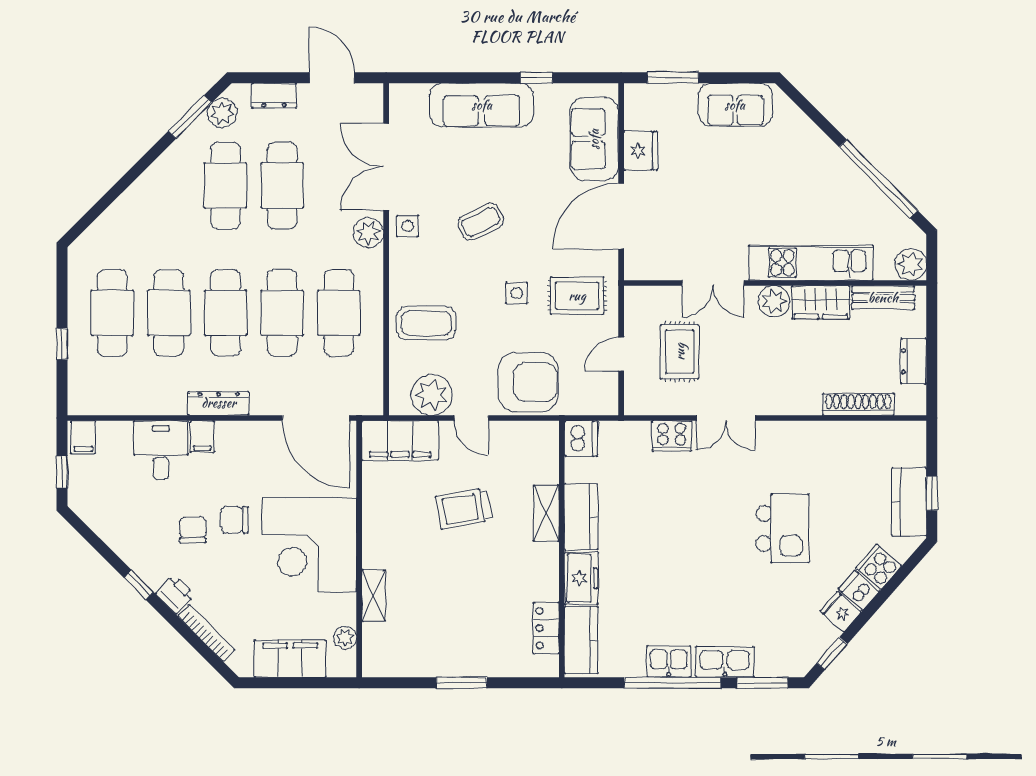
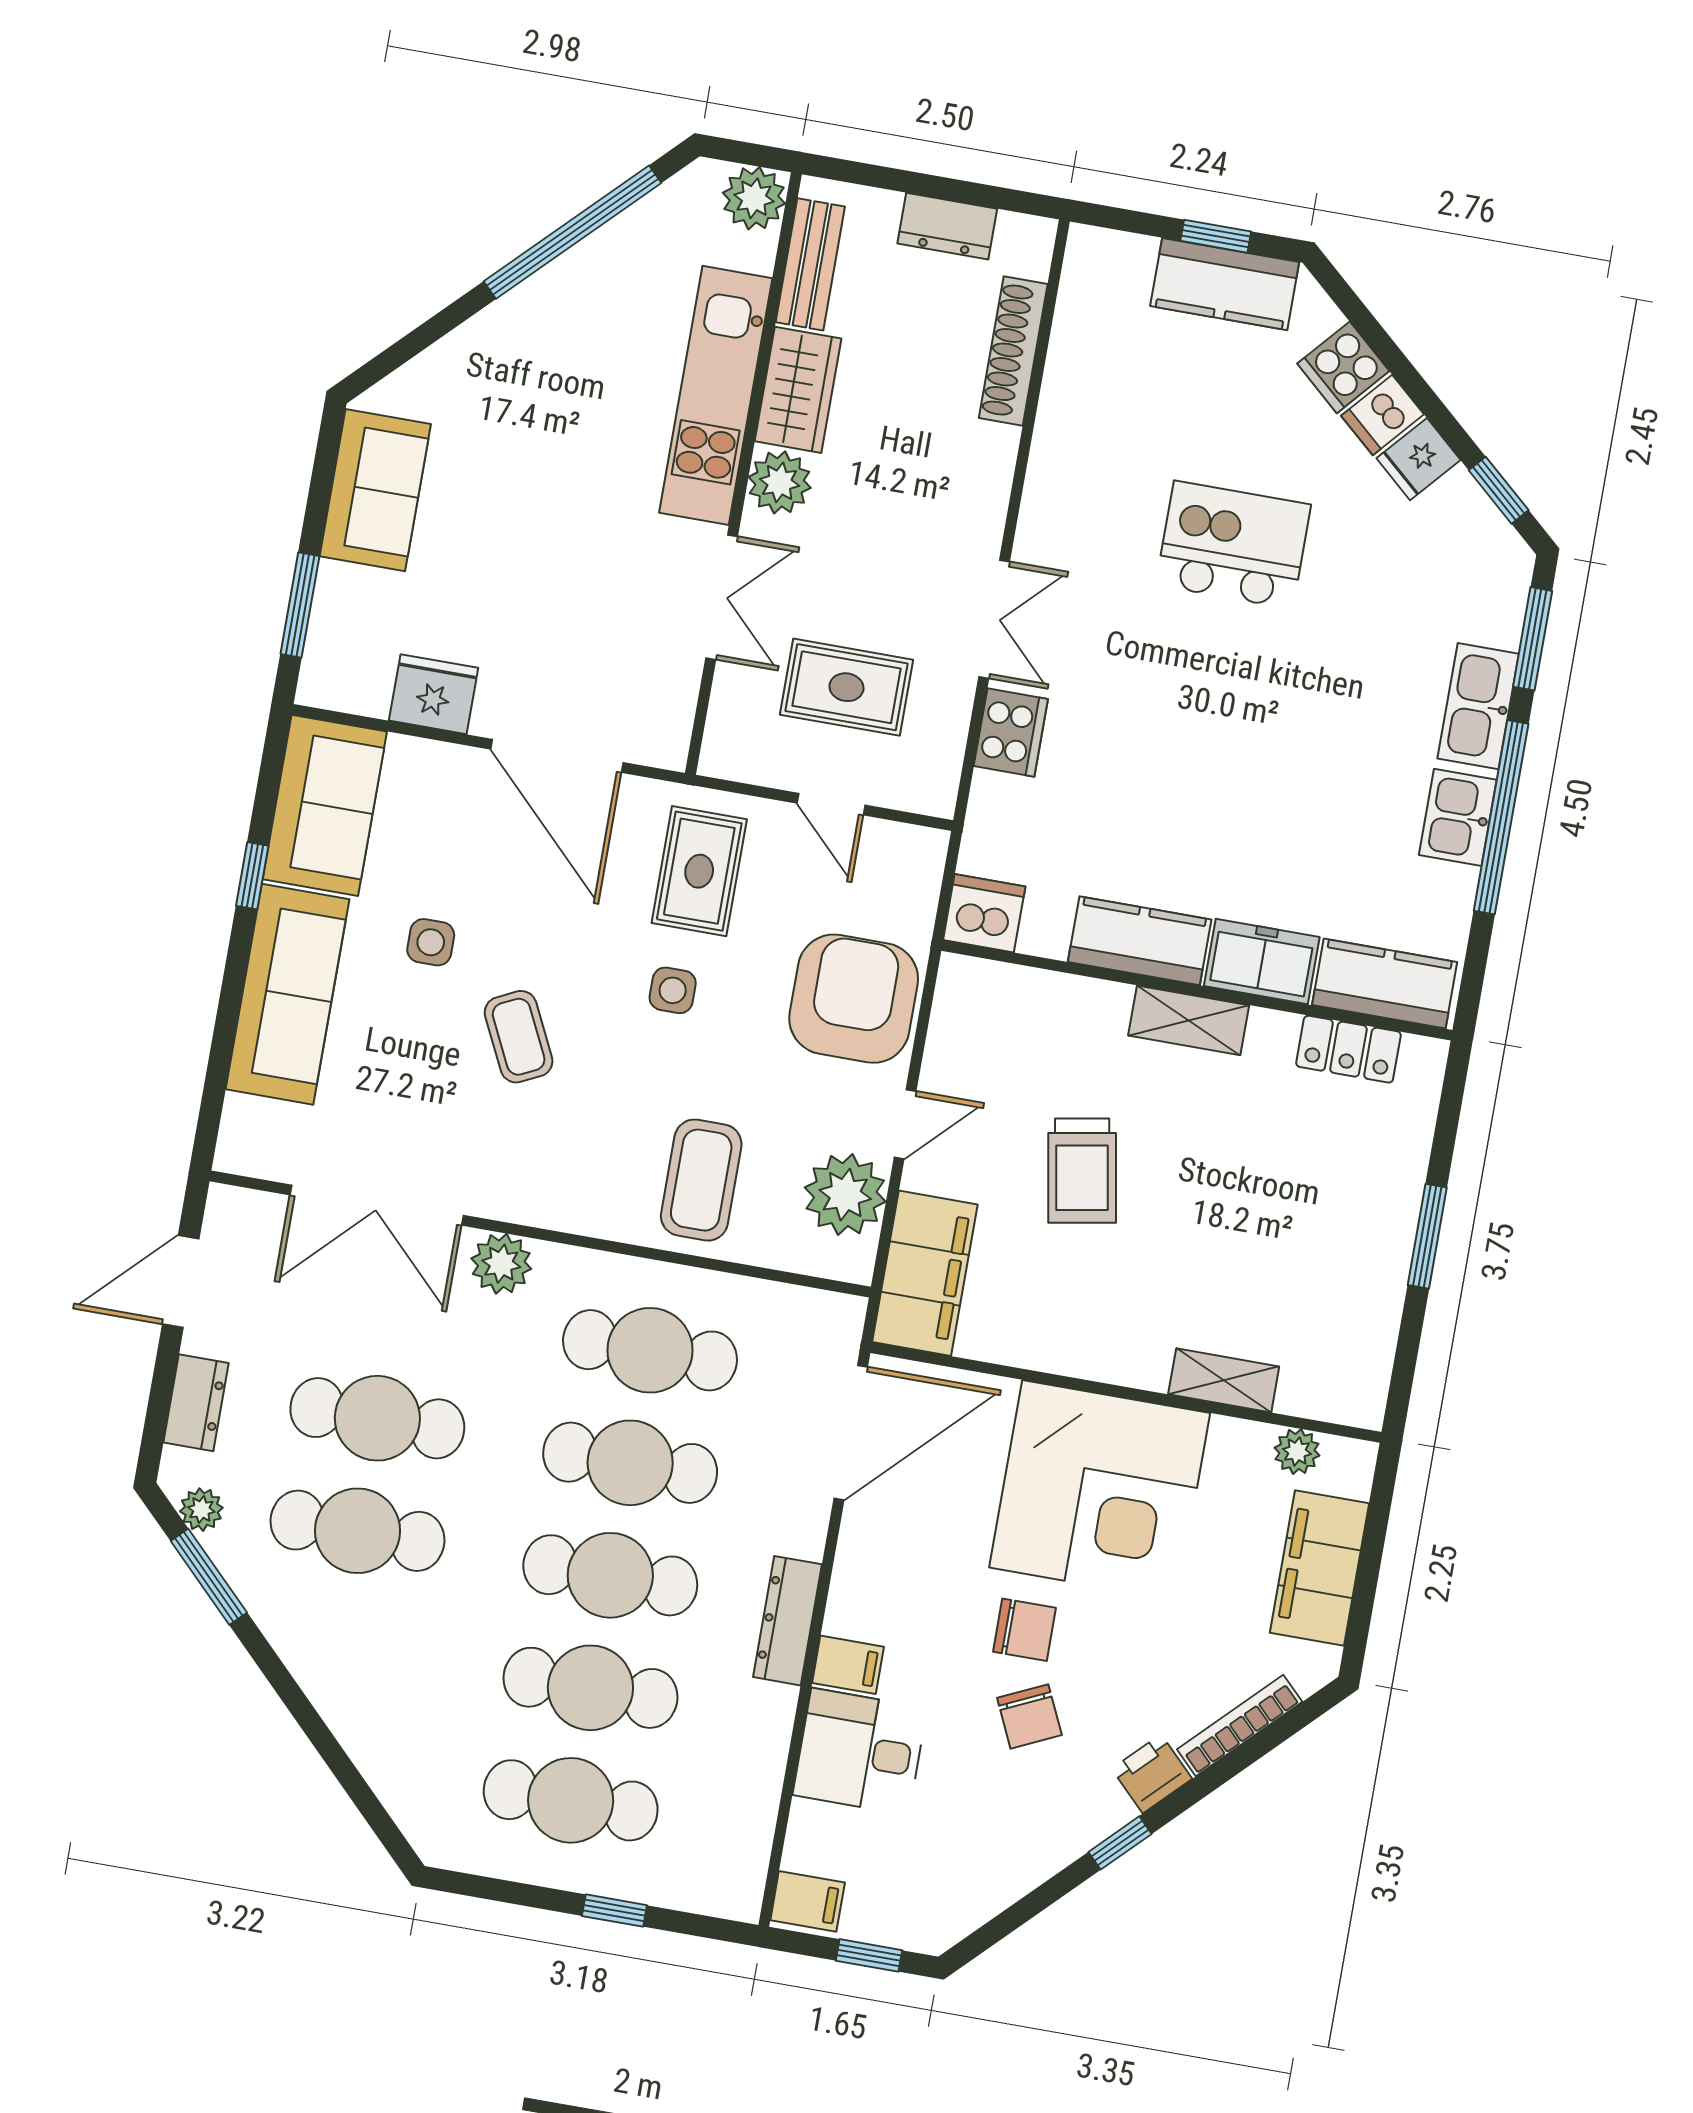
plant: (222, 113) -> (201, 1510), width x0.73, depth x0.73
sofa: (594, 139) -> (325, 805), moved, turned -90
side table: (408, 226) -> (431, 942), moved
shelving: (546, 513) -> (1189, 1020), moved
chair: (235, 520) -> (1025, 1630), turned -90
chair: (193, 530) -> (1029, 1716), turned -115

